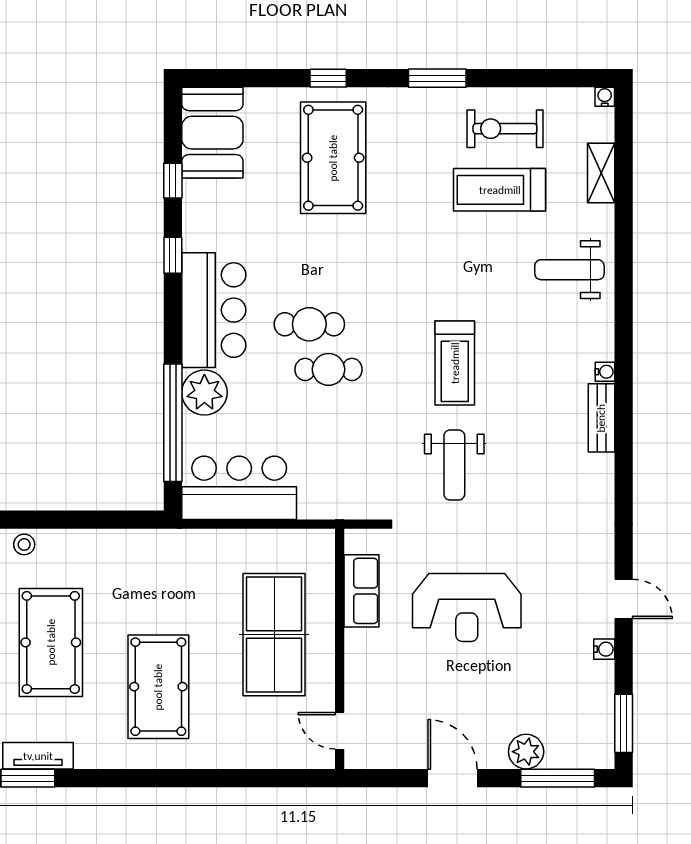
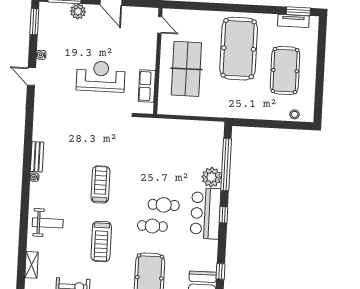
treadmill: (500, 190) -> (101, 242), moved, turned 90
window: (173, 255) -> (223, 215), moved
cafe table: (329, 369) -> (152, 226), moved
weight bench: (454, 465) -> (103, 139), removed
bar counter: (239, 488) -> (198, 134), removed
pool table: (158, 687) -> (239, 49), width x1.36, depth x1.32

